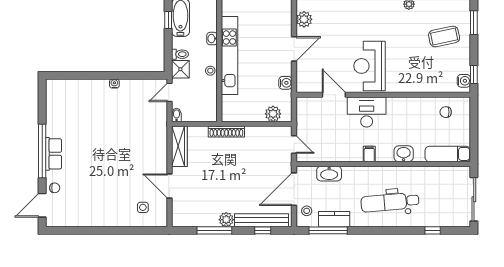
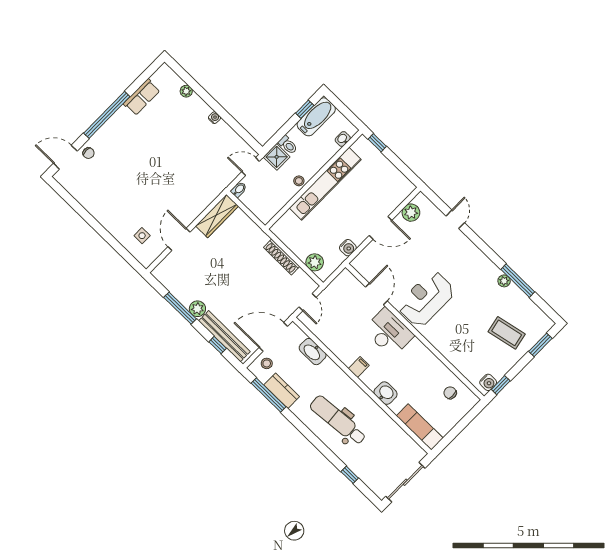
washbasin: (212, 39) -> (343, 139), moved
plant: (79, 84) -> (186, 91), added
shoe rack: (226, 132) -> (282, 257), moved
row of seats: (54, 154) -> (142, 97), moved

